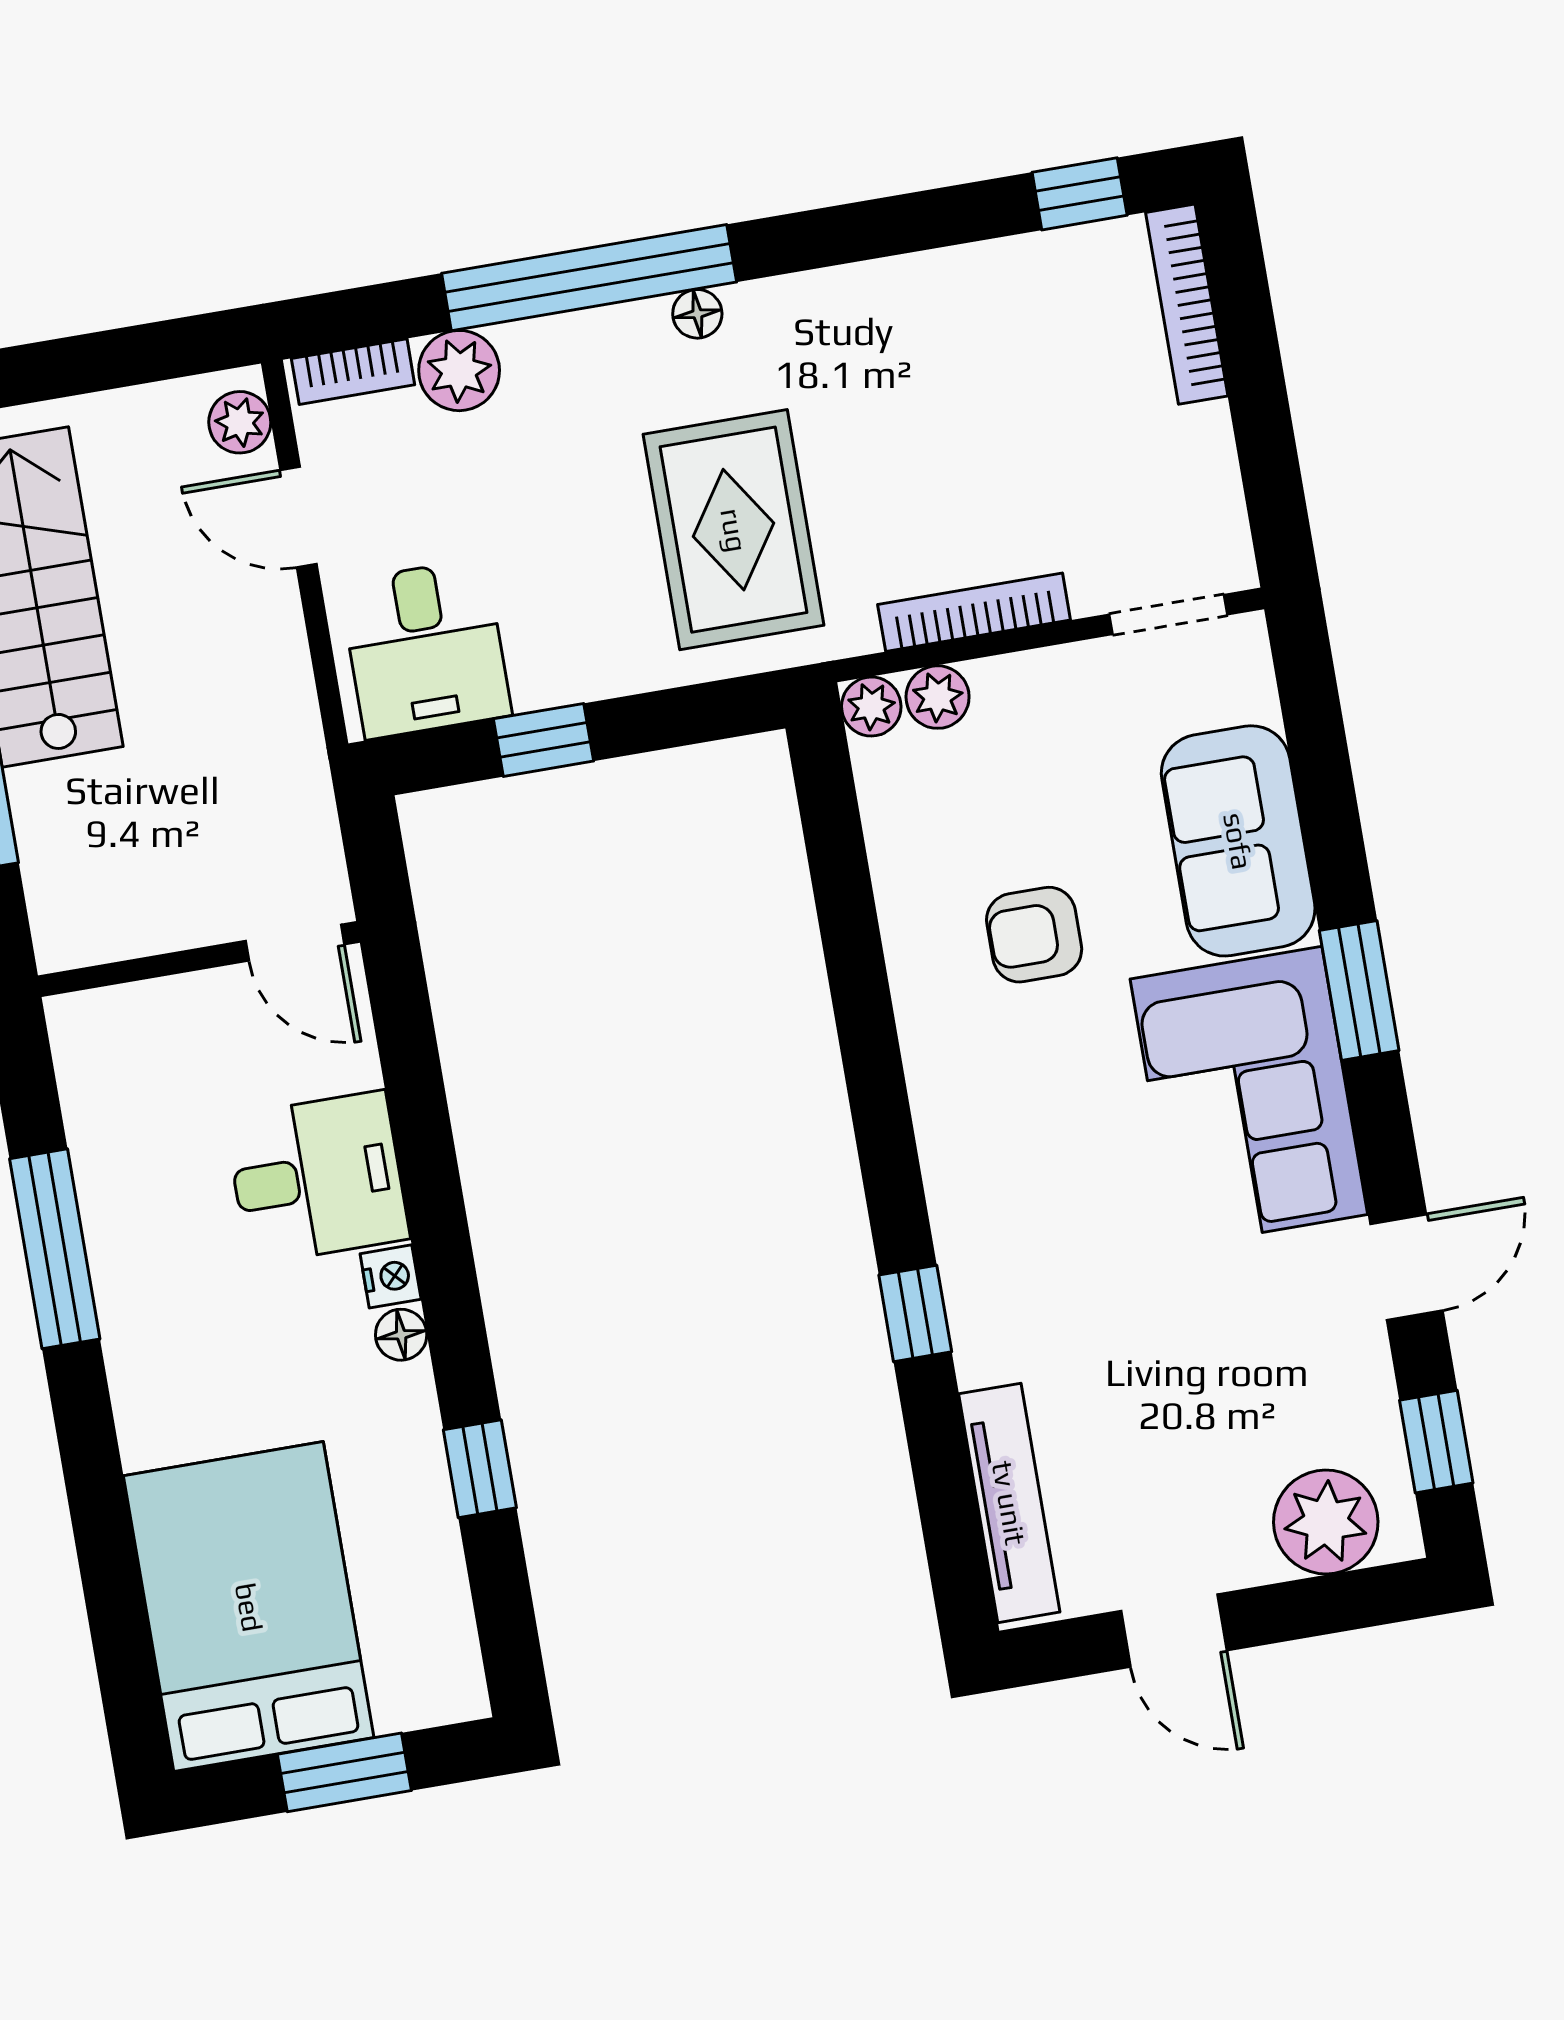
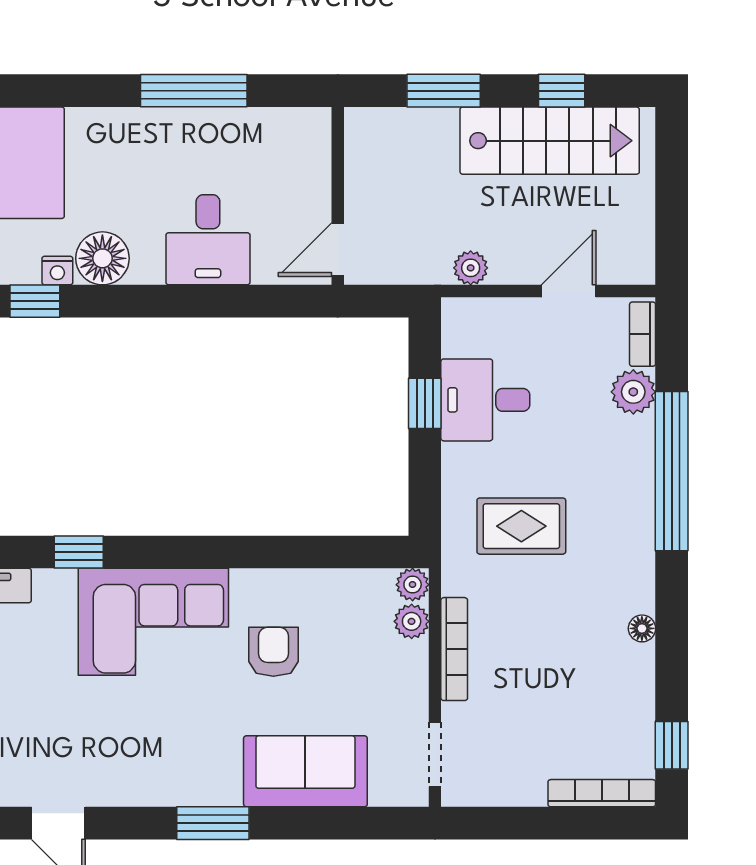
floor lamp: (697, 314) -> (642, 628), moved
plant: (240, 422) -> (471, 268), moved
rug: (734, 530) -> (521, 526), width x0.73, depth x0.70
desk: (425, 649) -> (485, 400), moved
corner sofa: (1249, 1097) -> (153, 622), moved, turned 180
nightstand: (391, 1276) -> (57, 270), moved
floor lamp: (401, 1335) -> (102, 258), width x1.89, depth x1.89

